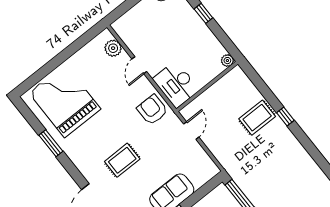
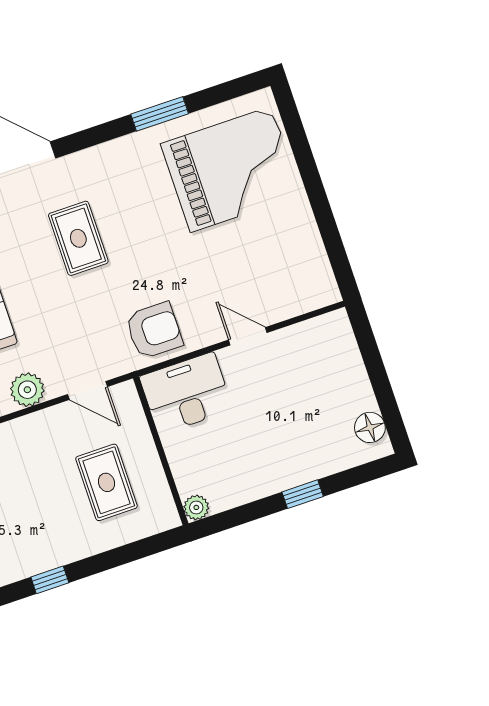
plant: (113, 48) -> (27, 390), moved
rug: (257, 118) -> (106, 482), moved

